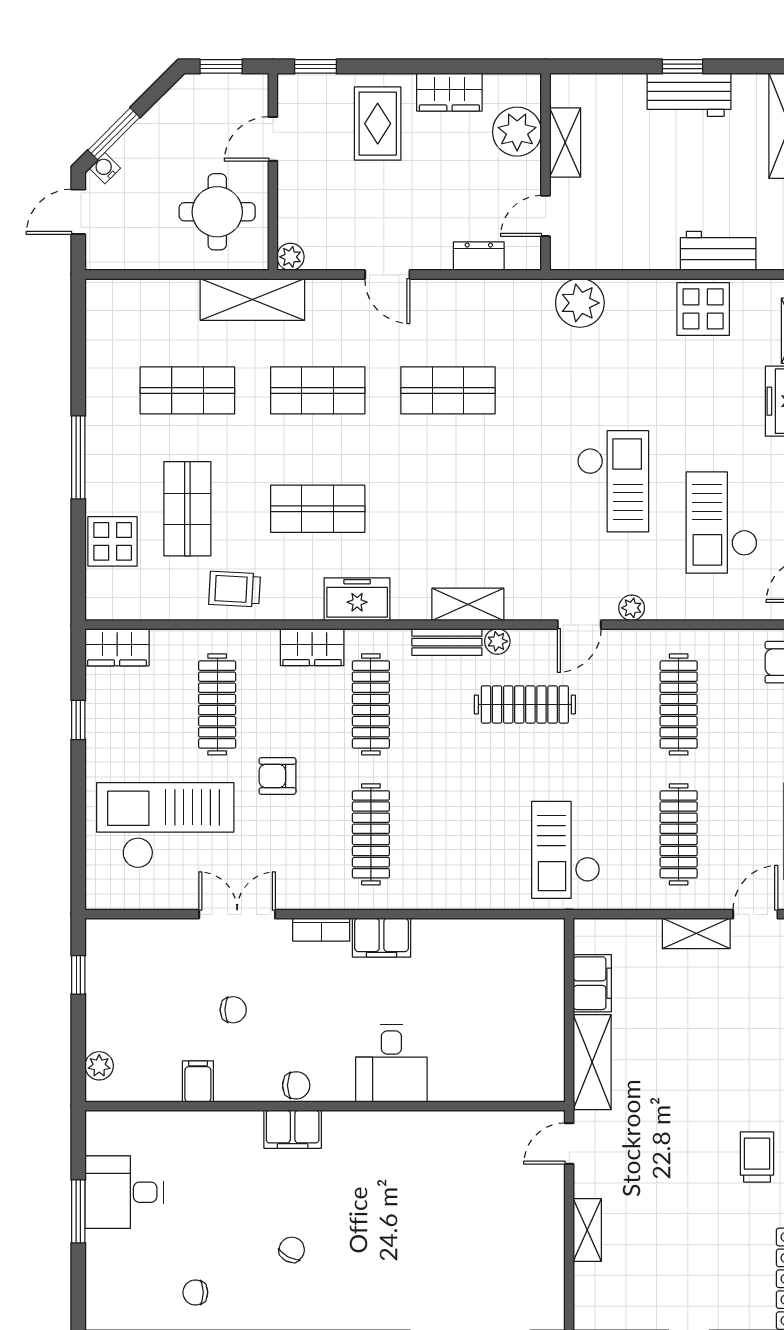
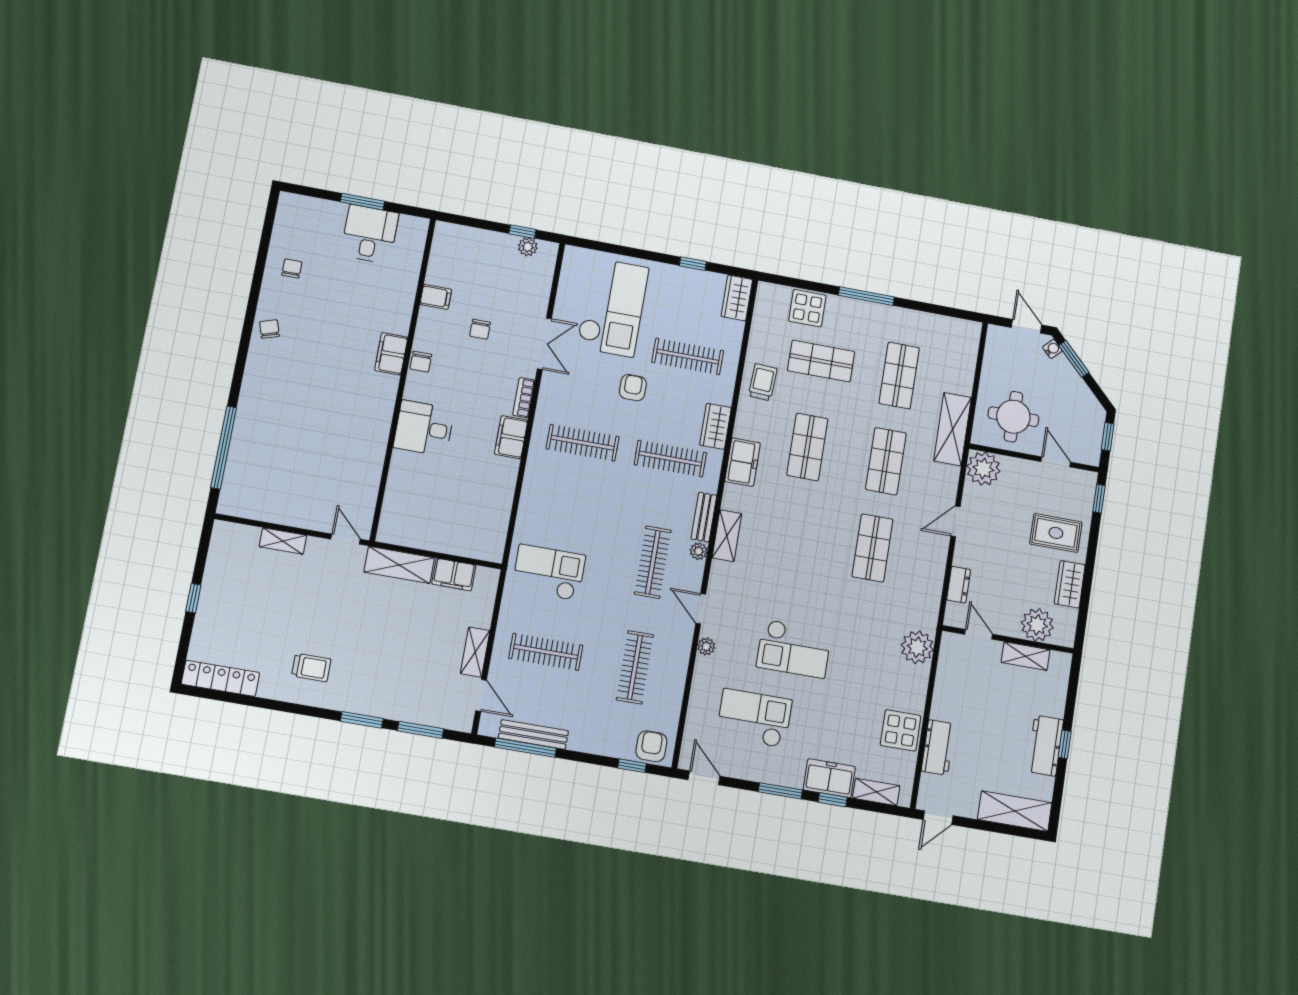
plant: (290, 257) -> (983, 469), width x1.87, depth x1.87
clothes rail: (679, 704) -> (635, 667), turned 90
plant: (99, 1066) -> (528, 247), moved
chair: (292, 1250) -> (269, 329), moved, turned -136

